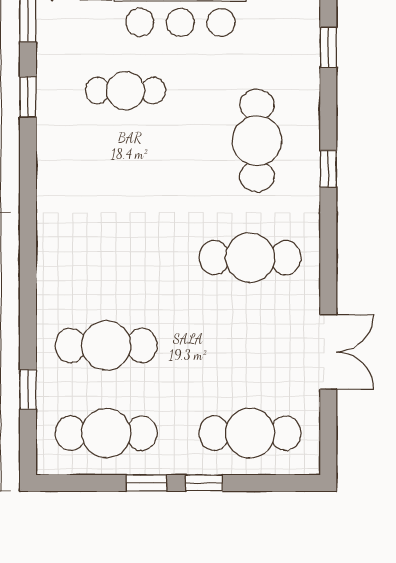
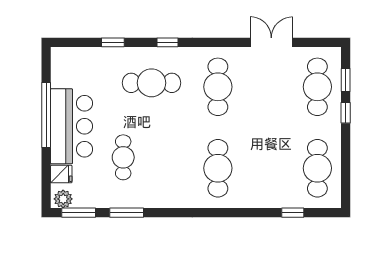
window: (328, 47) -> (113, 42), moved
window: (28, 97) -> (127, 213), width x1.50
cafe table: (106, 345) -> (218, 168), moved
window: (147, 483) -> (346, 80), moved

